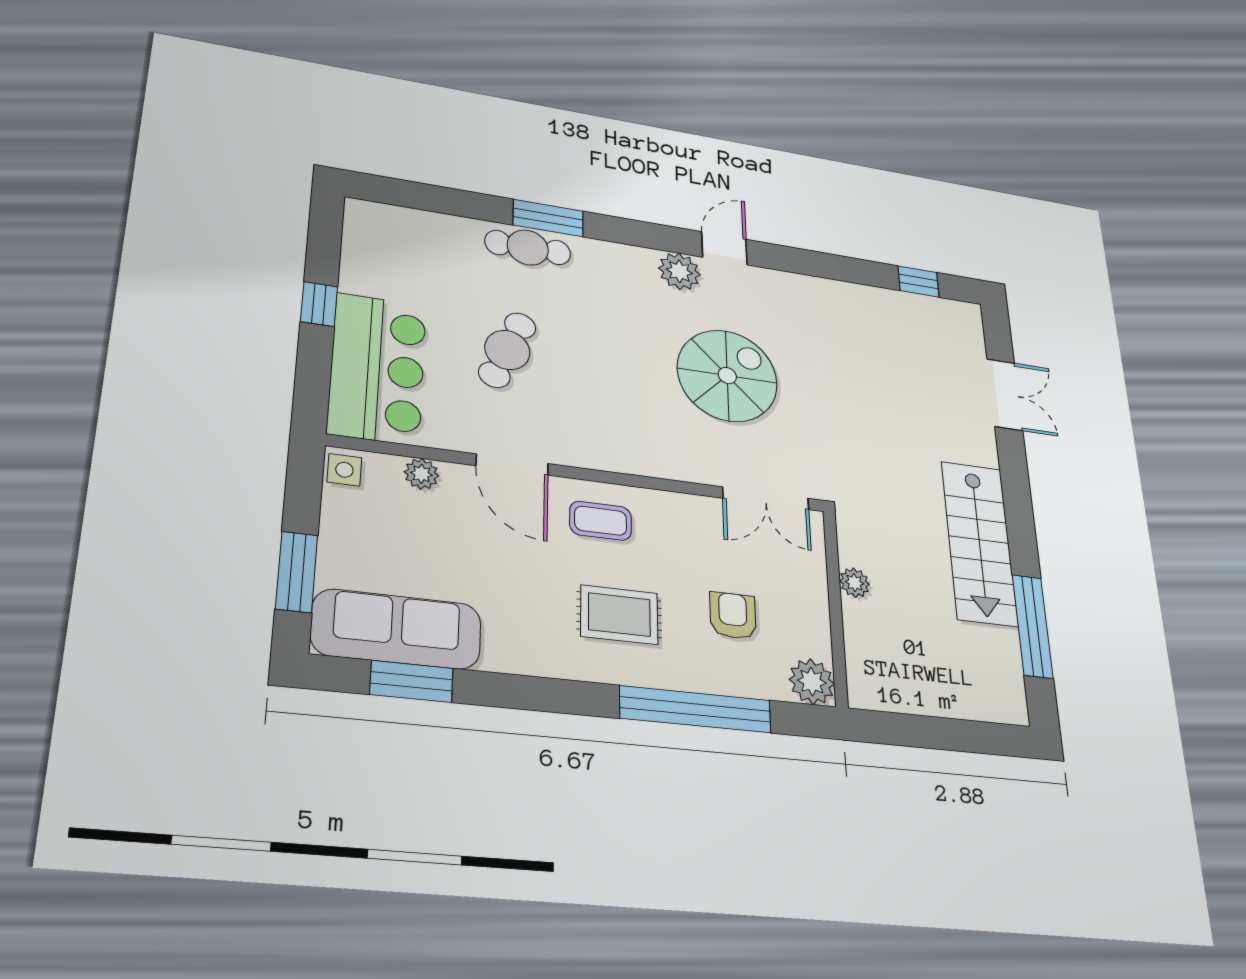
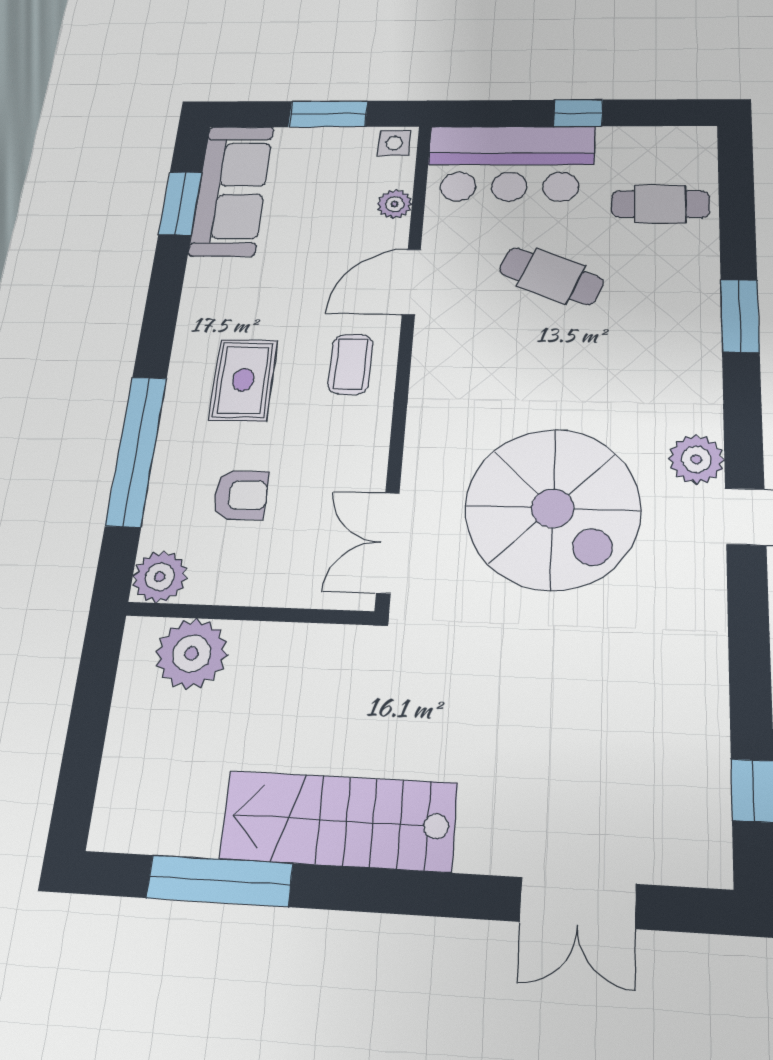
cafe table: (528, 248) -> (660, 204), moved, turned 90
spiral stairs: (727, 376) -> (553, 508), width x1.37, depth x1.37
window: (297, 572) -> (328, 114), moved
plant: (855, 583) -> (192, 653), moved, width x1.88, depth x1.88

